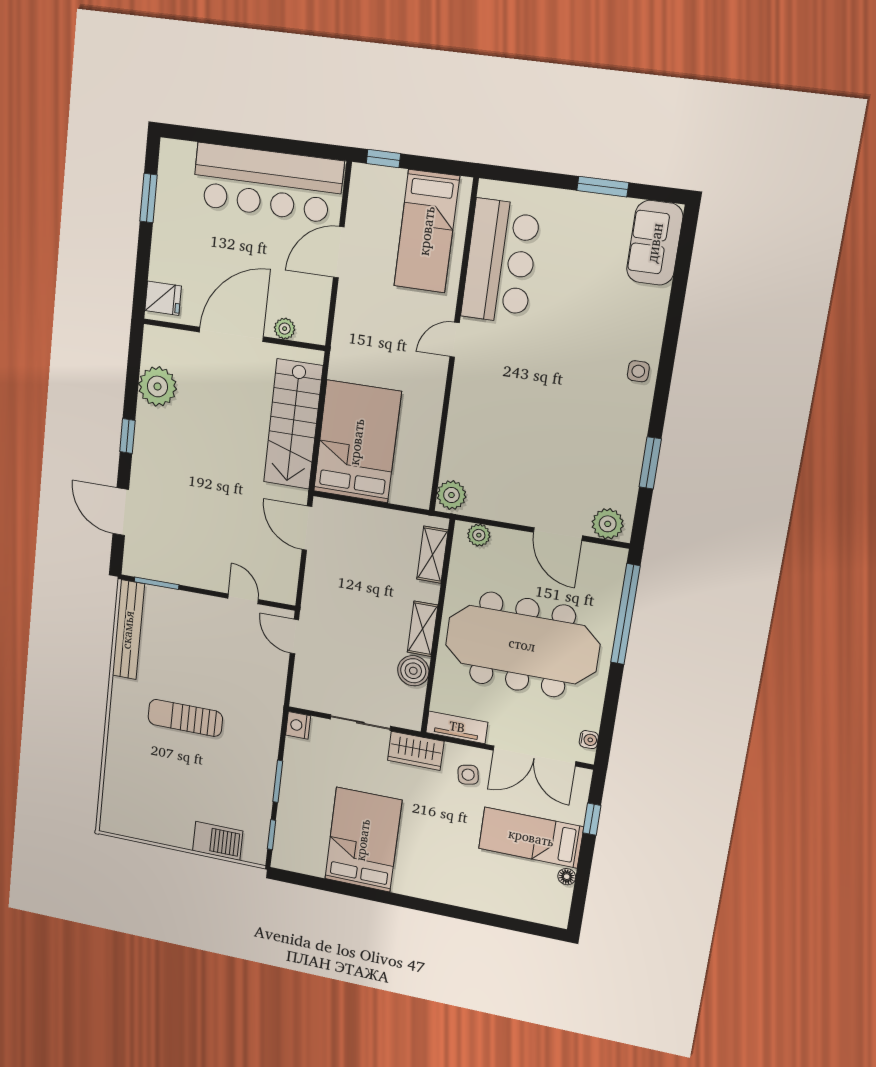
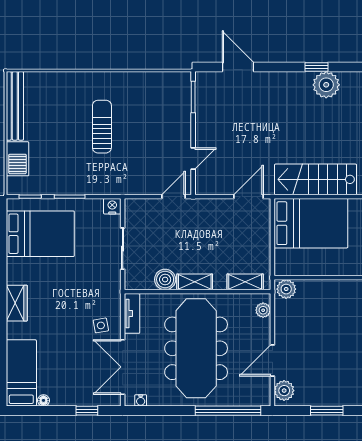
window: (127, 436) -> (316, 67), moved
door: (121, 512) -> (238, 67), hinge flipped
bench: (128, 630) -> (15, 106), moved, turned 90
wardrobe: (416, 751) -> (17, 303), moved, turned 180
bed: (531, 838) -> (21, 373), moved
bed: (363, 840) -> (40, 234), moved

